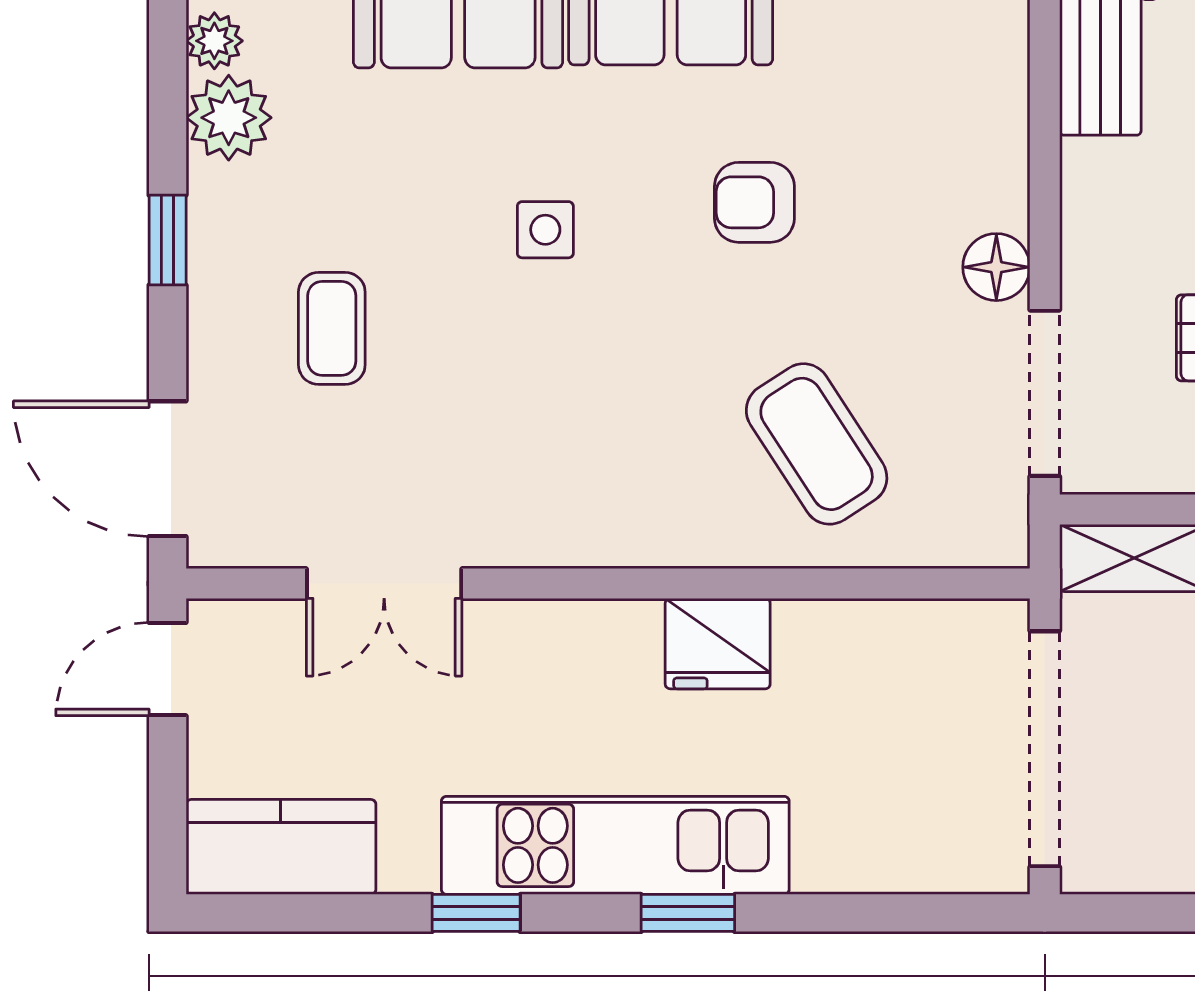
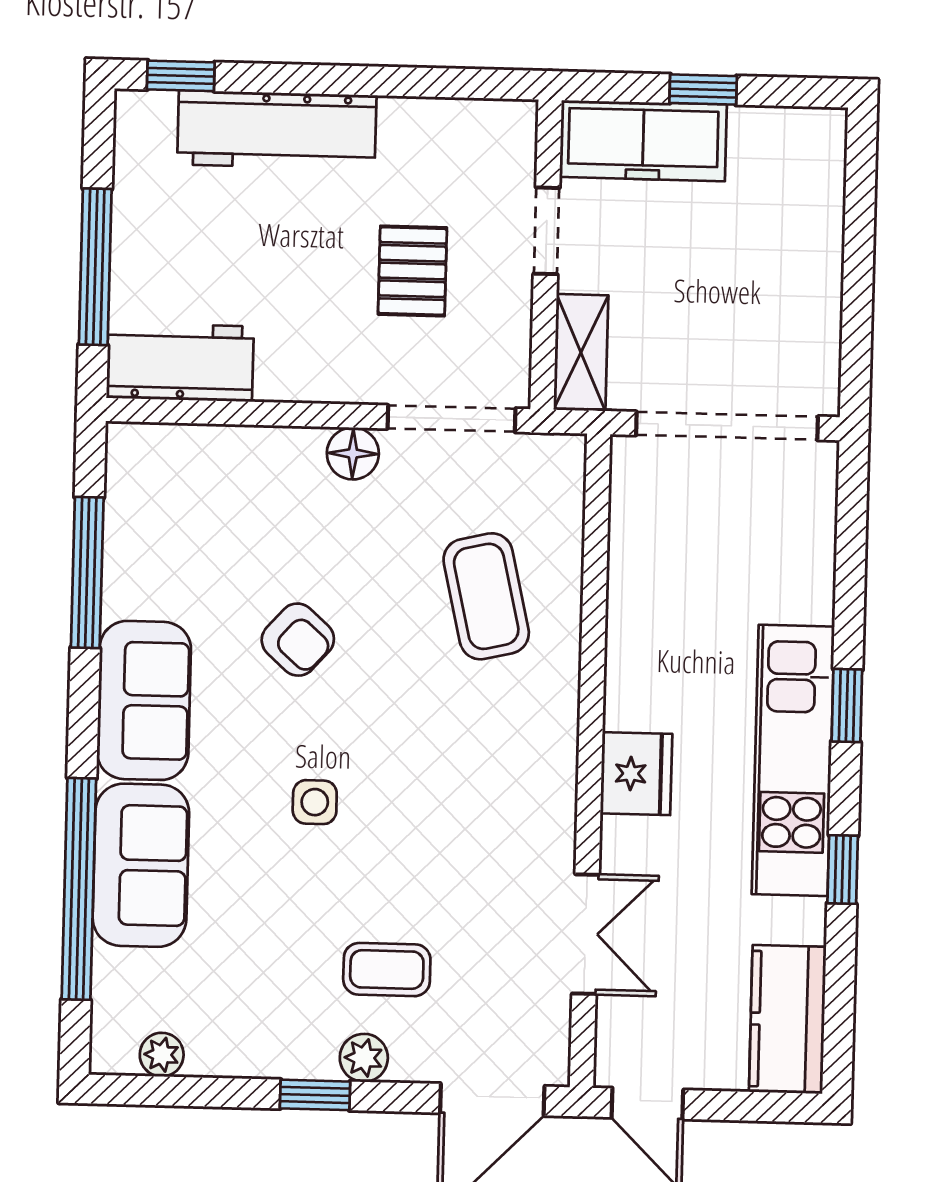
plant: (229, 118) -> (364, 1058), moved, width x0.73, depth x0.73
armchair: (754, 202) -> (298, 640), turned -48
coffee table: (817, 444) -> (486, 596), turned -70
fridge: (718, 644) -> (636, 774), moved

